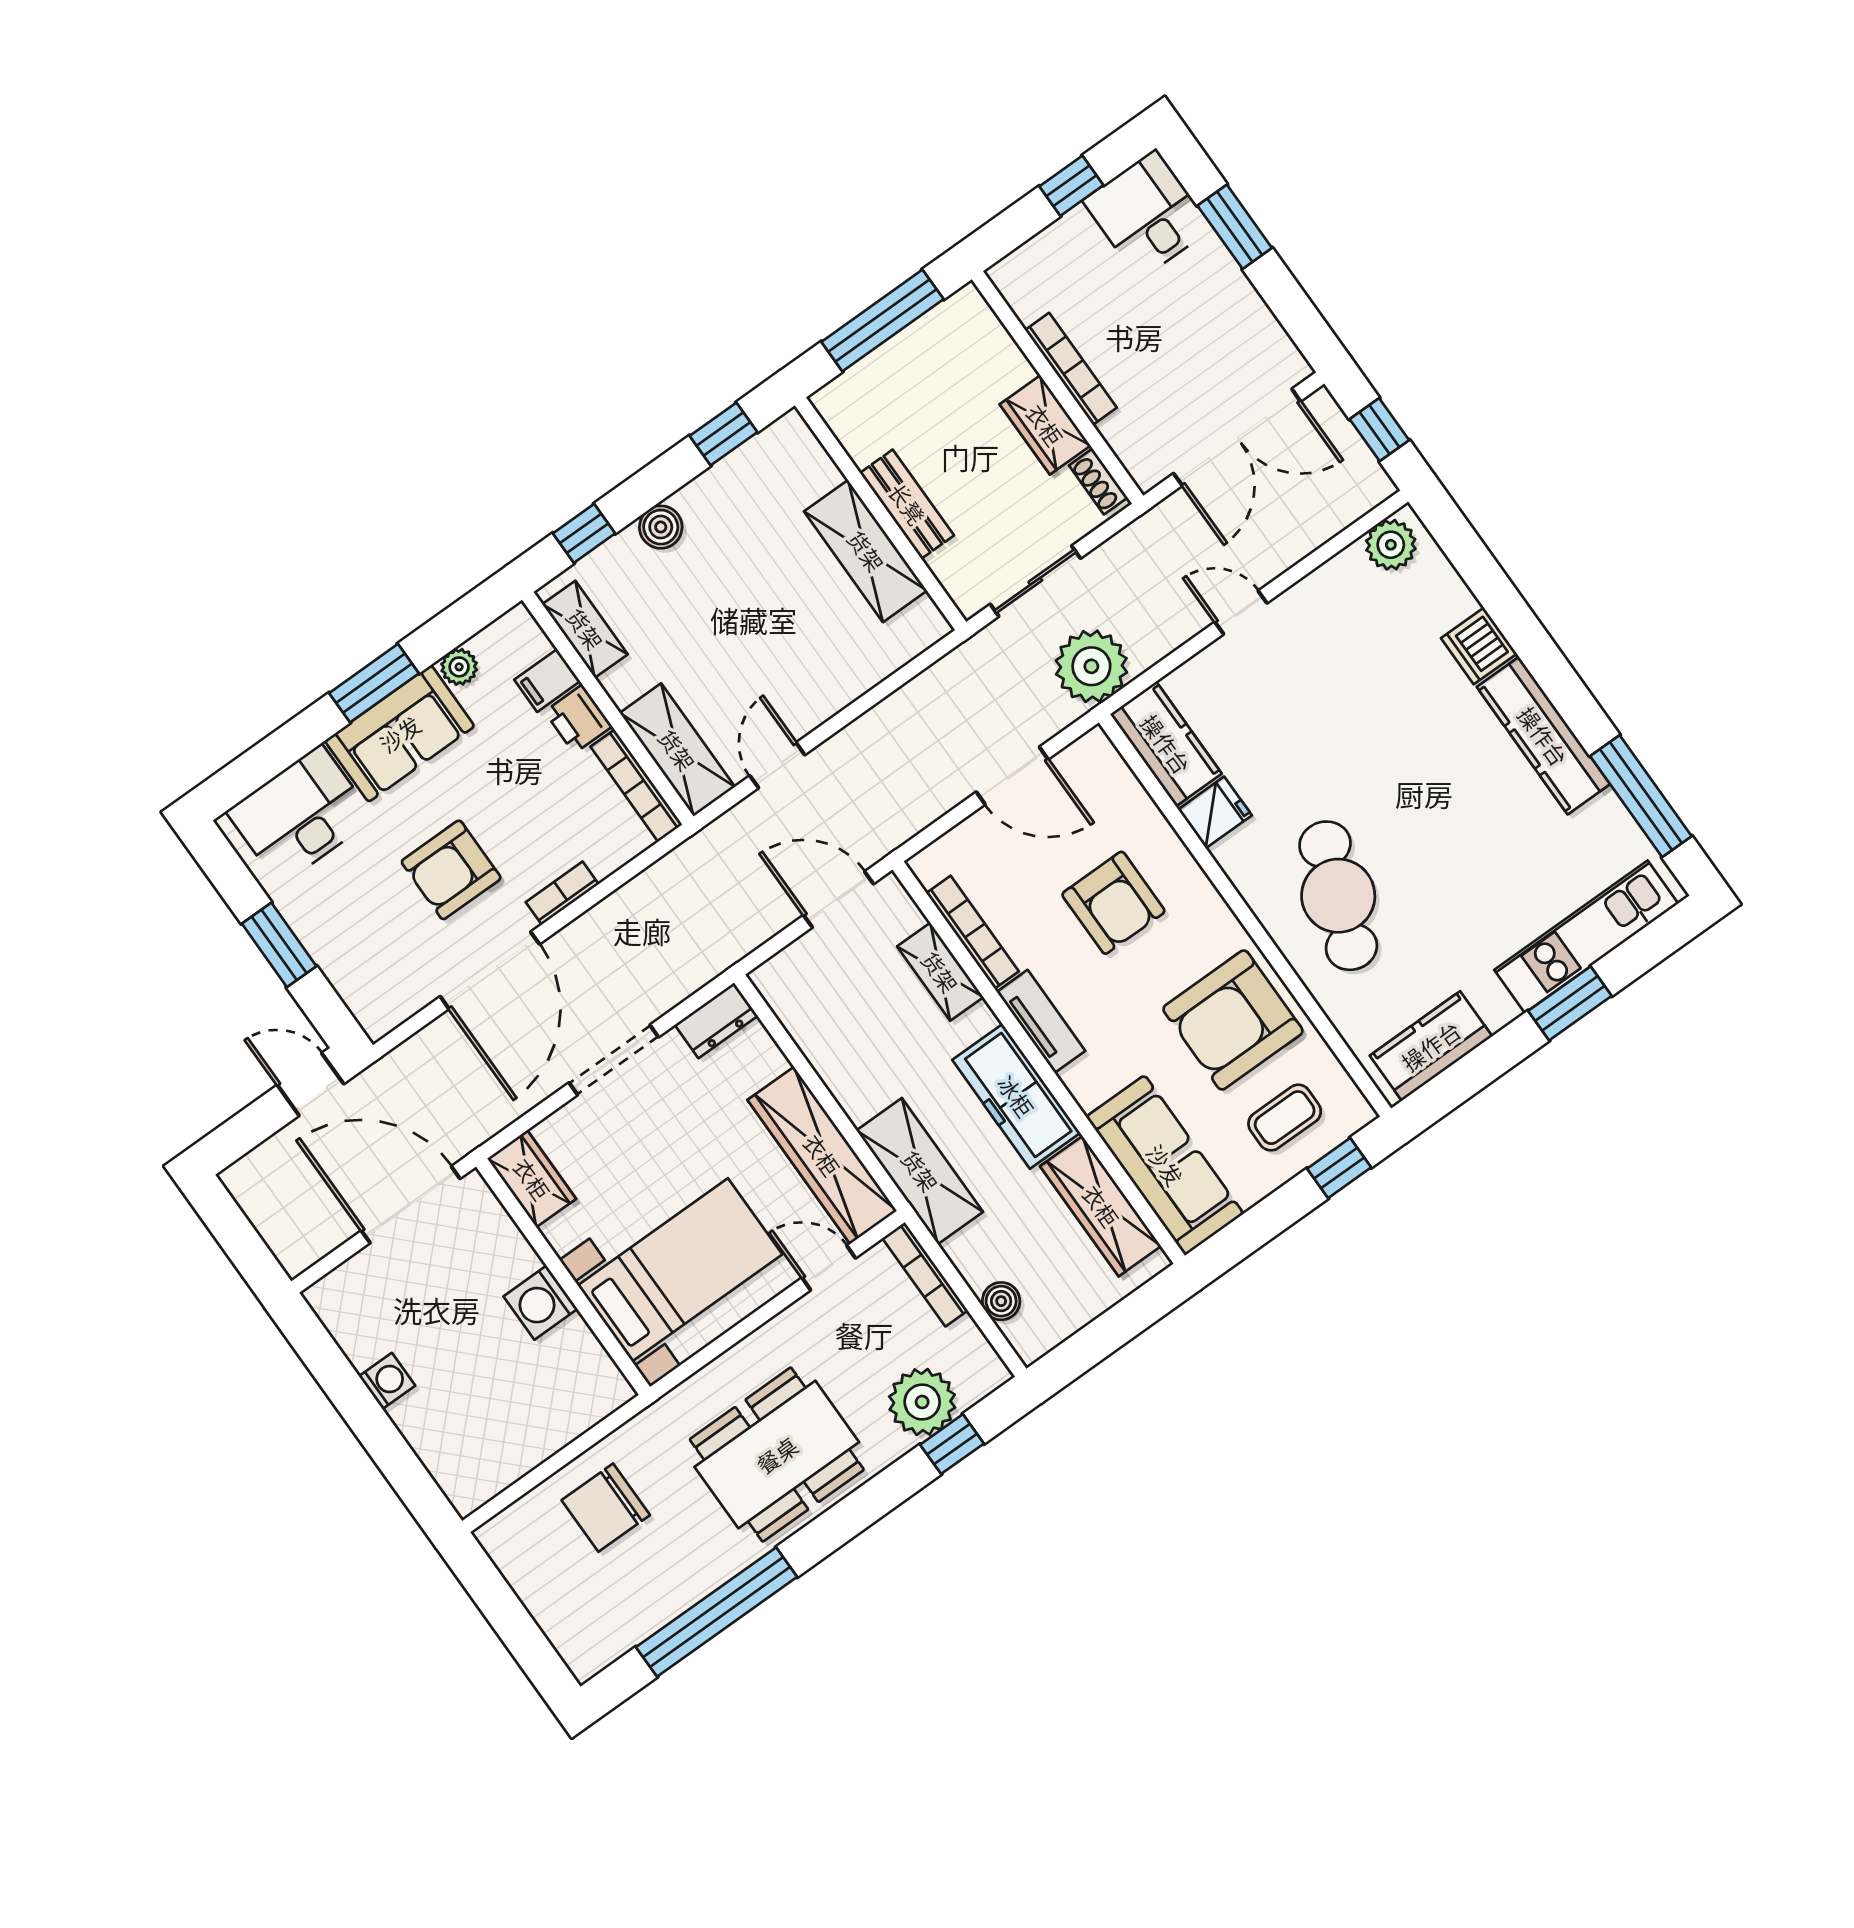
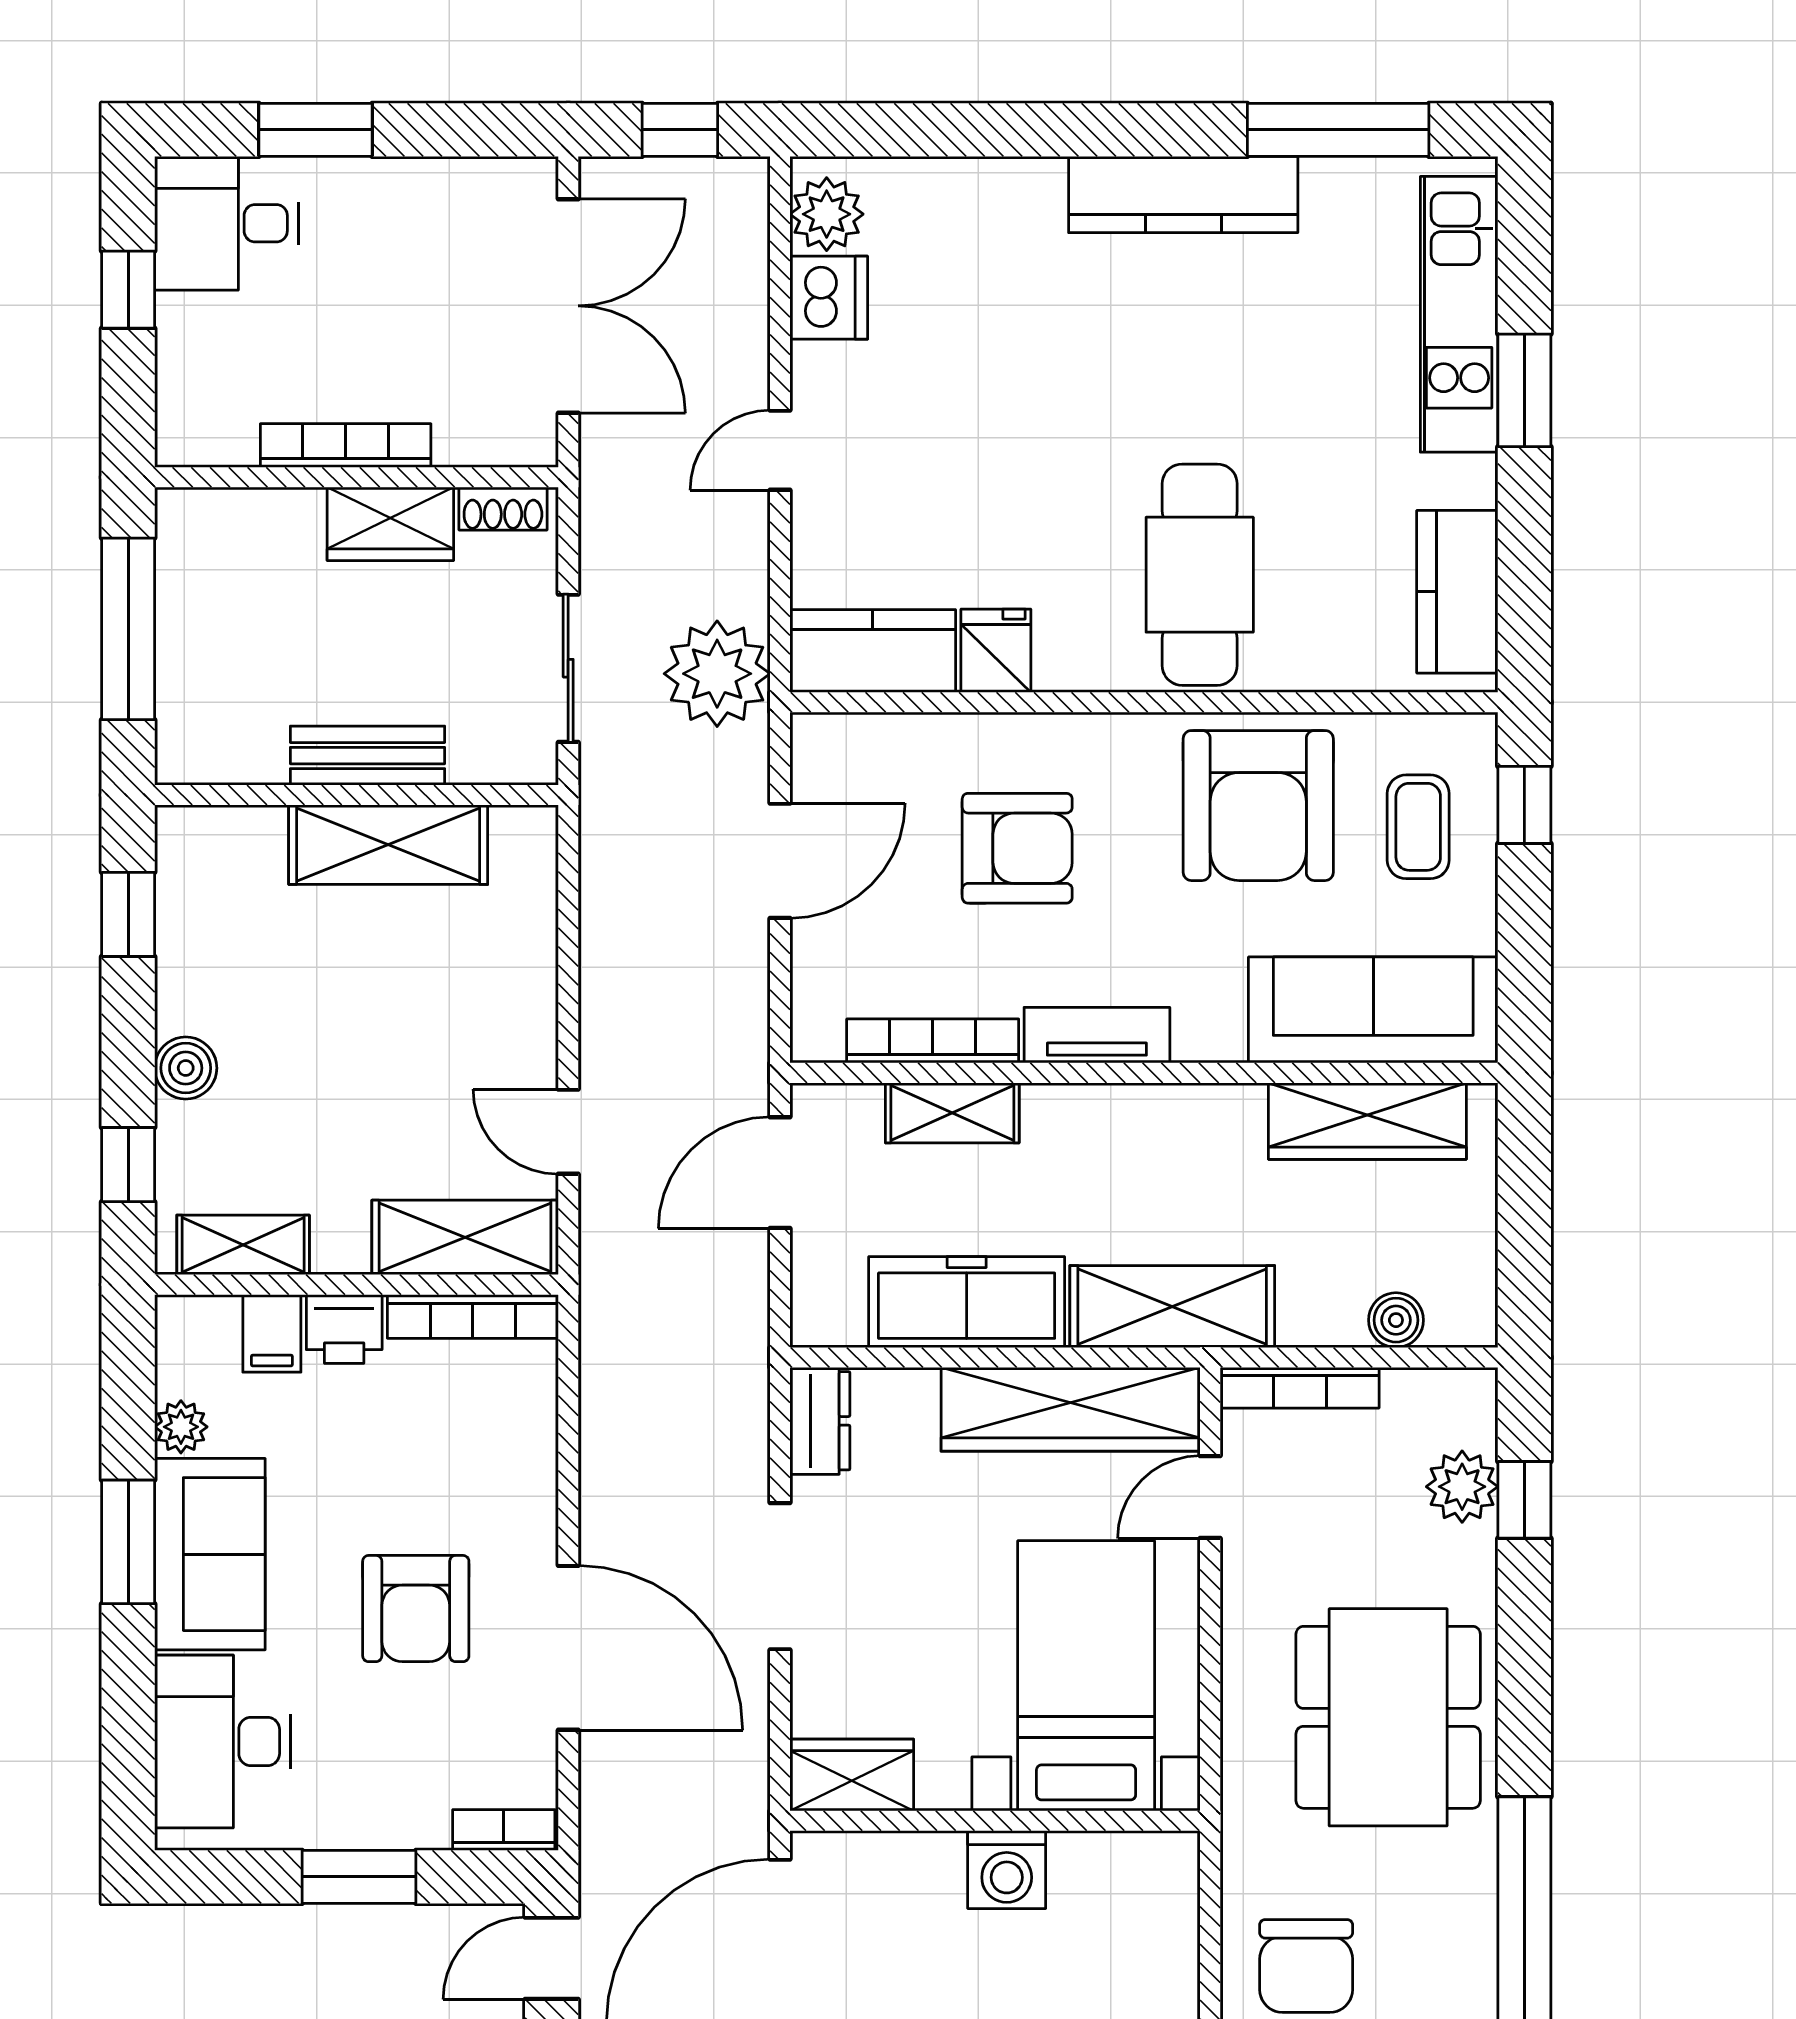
dishwasher: (1479, 646) -> (829, 298), moved, turned -90
bookcase: (562, 893) -> (504, 1830), moved, turned 90
cafe table: (1338, 896) -> (1200, 575), turned 69
freezer: (1016, 1096) -> (967, 1302), moved, turned 180
plant: (922, 1402) -> (1462, 1487), width x0.73, depth x0.73

